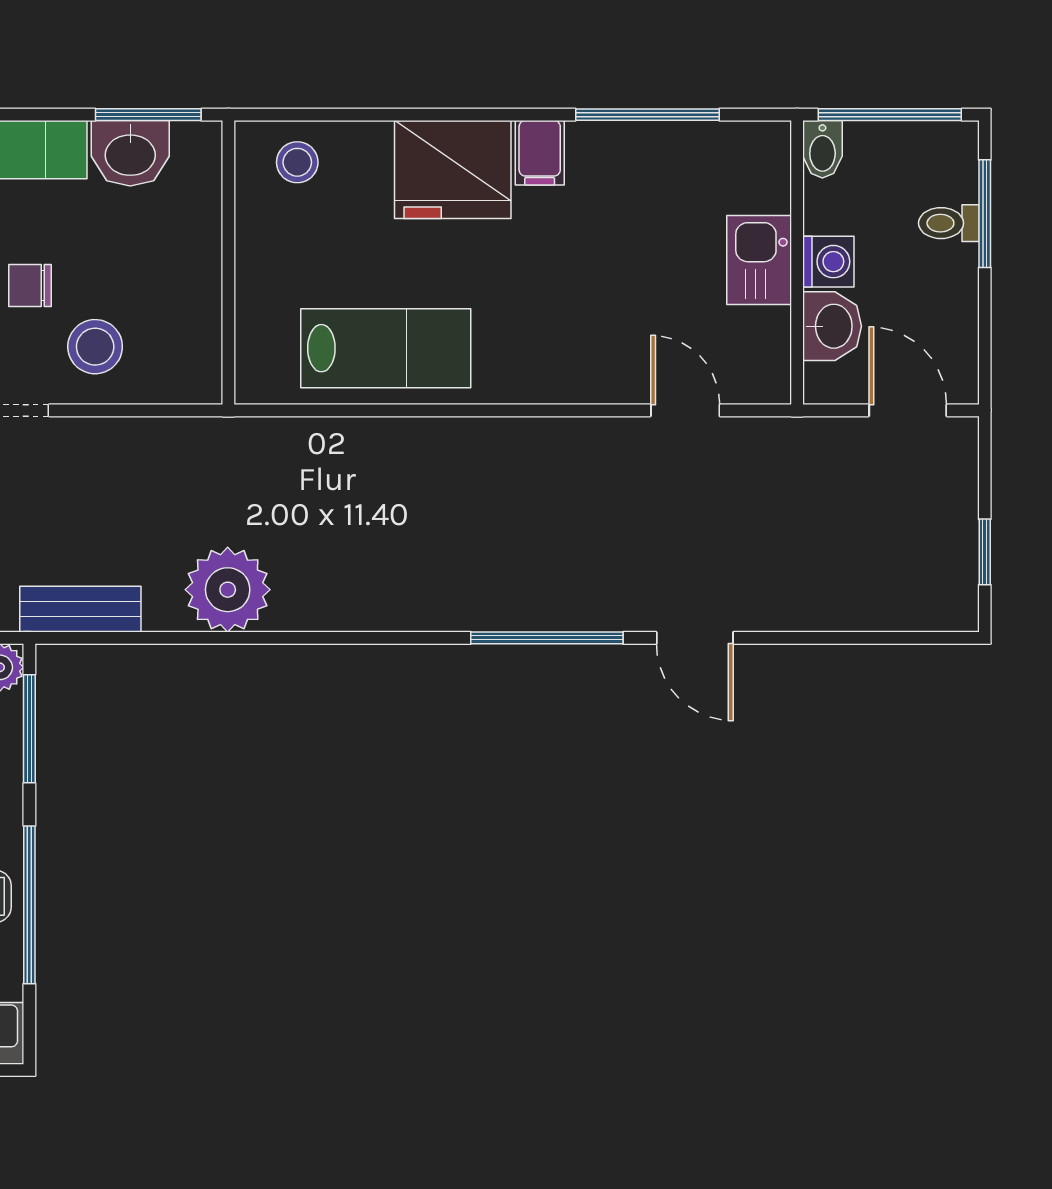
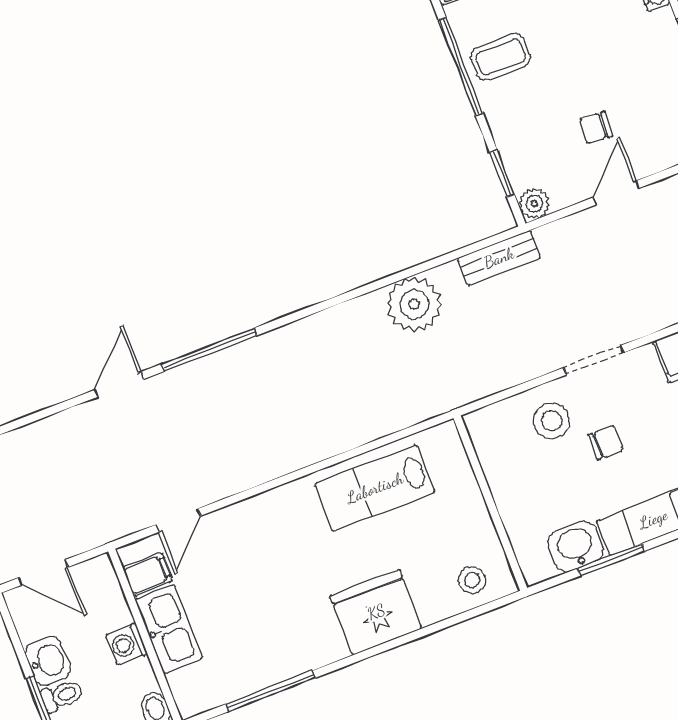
window: (148, 115) -> (611, 560), moved
filing cabinet: (540, 153) -> (148, 574), moved, turned 90
kitchen sink: (759, 260) -> (169, 629), width x1.38
washbasin: (832, 326) -> (48, 661), moved, turned 180
door: (685, 410) -> (178, 520), hinge flipped
door: (695, 638) -> (119, 384), hinge flipped
window: (29, 729) -> (502, 173), width x0.67

